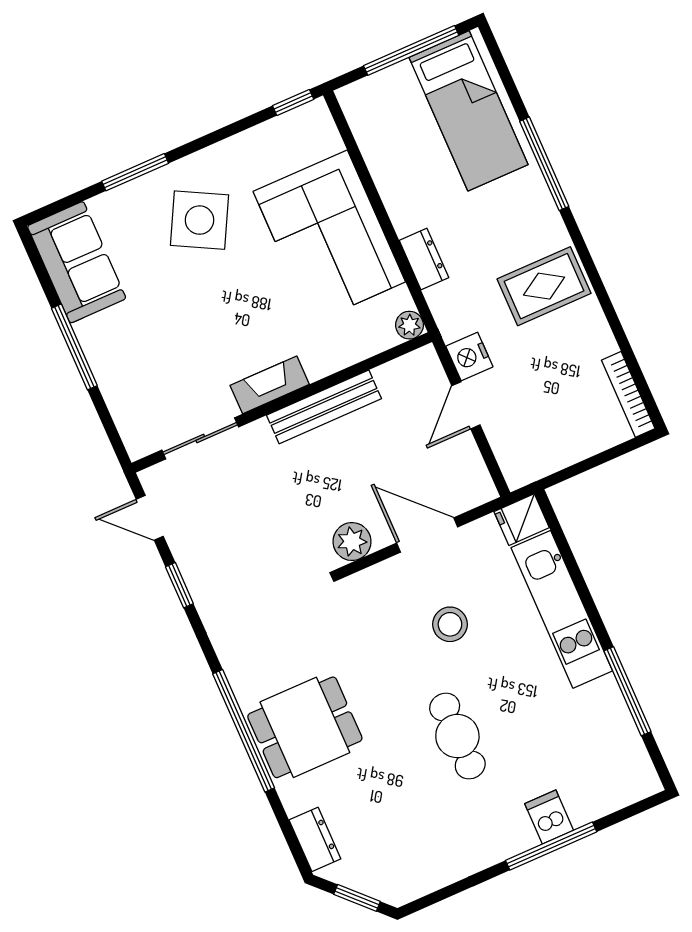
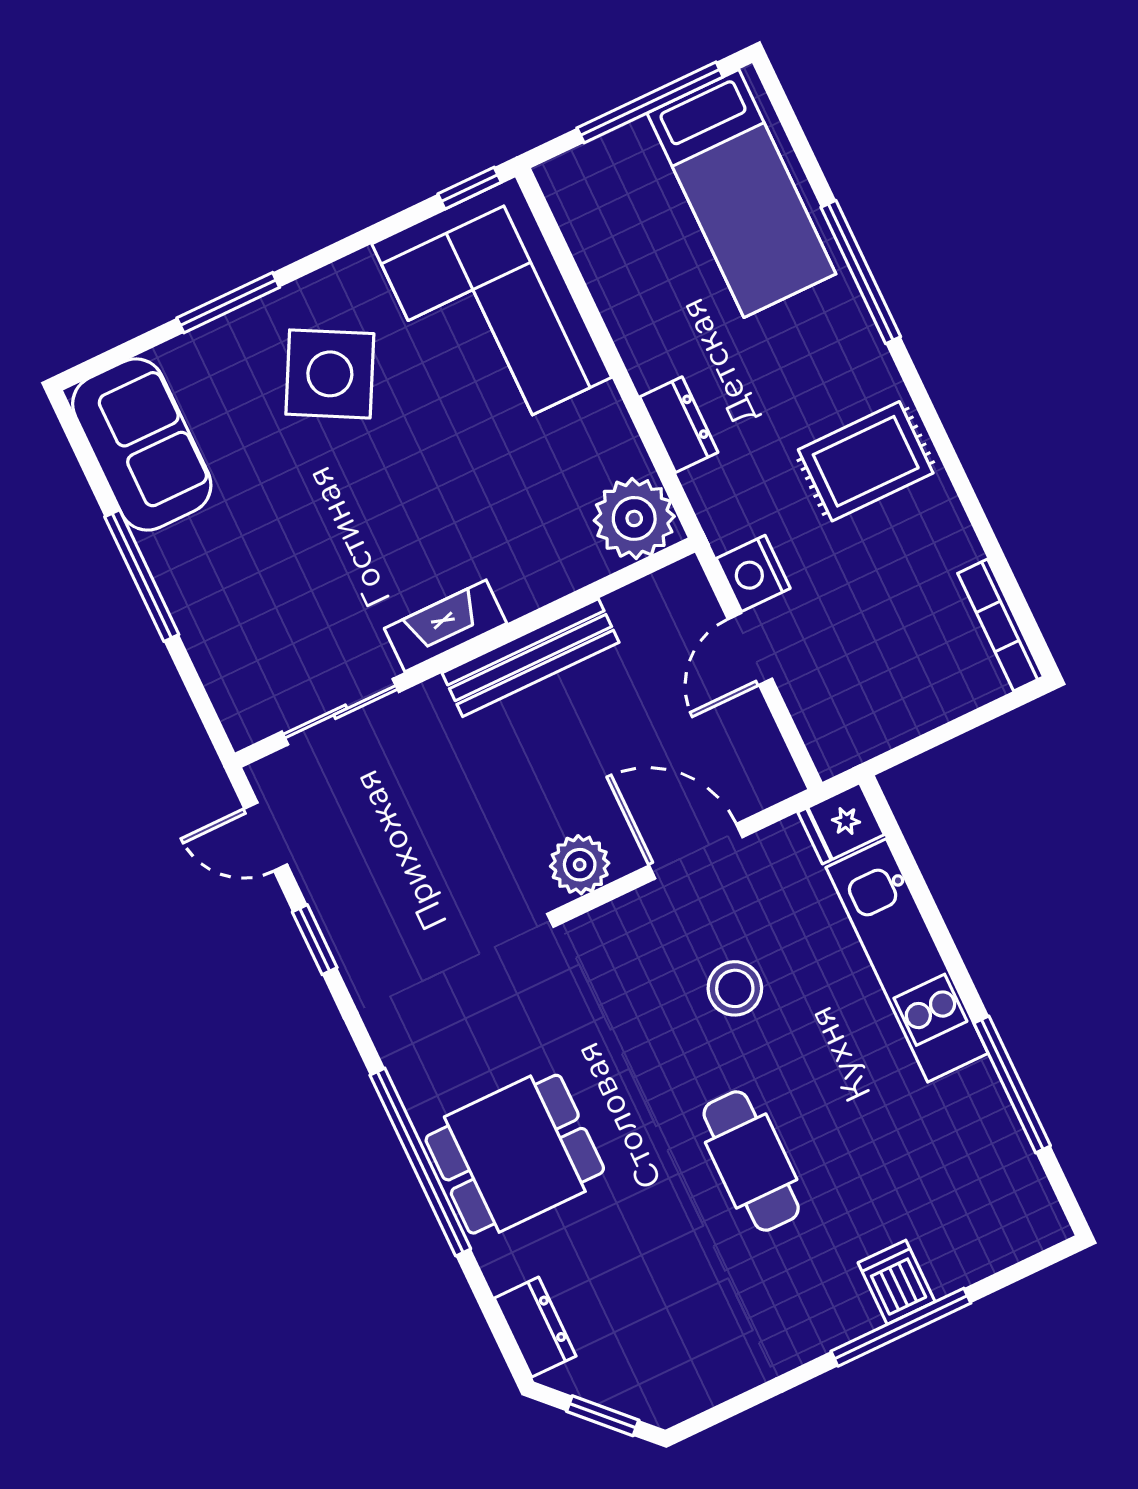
corner sofa: (329, 237) -> (492, 311), moved
plant: (409, 325) -> (634, 518), width x1.88, depth x1.88

